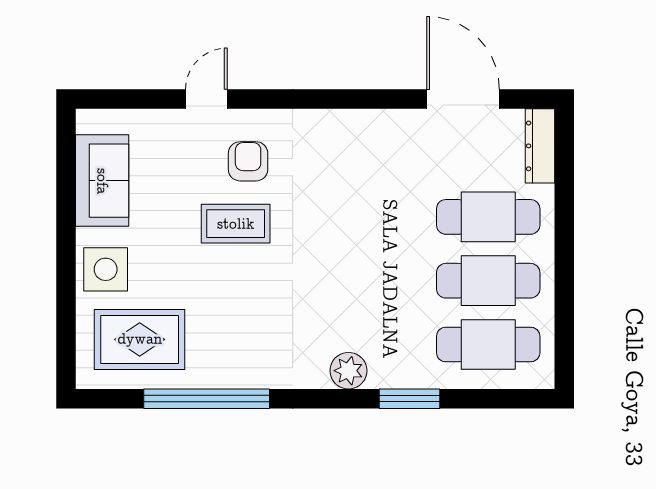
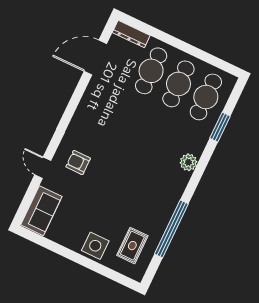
sofa: (102, 181) -> (41, 211), moved, turned 90
coffee table: (236, 224) -> (102, 181), removed
rug: (140, 339) -> (132, 246), width x0.73, depth x0.70
window: (409, 399) -> (220, 127), moved

